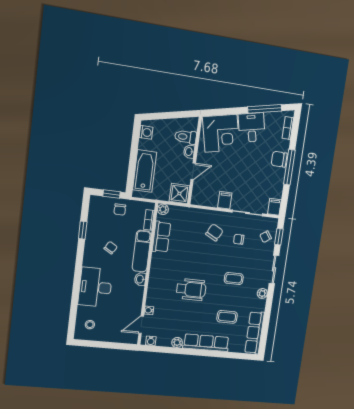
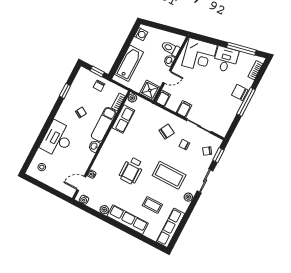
filing cabinet: (274, 207) -> (163, 98), moved
coffee table: (234, 279) -> (169, 175), width x1.86, depth x1.72
wheelchair: (191, 289) -> (131, 171), turned 90

